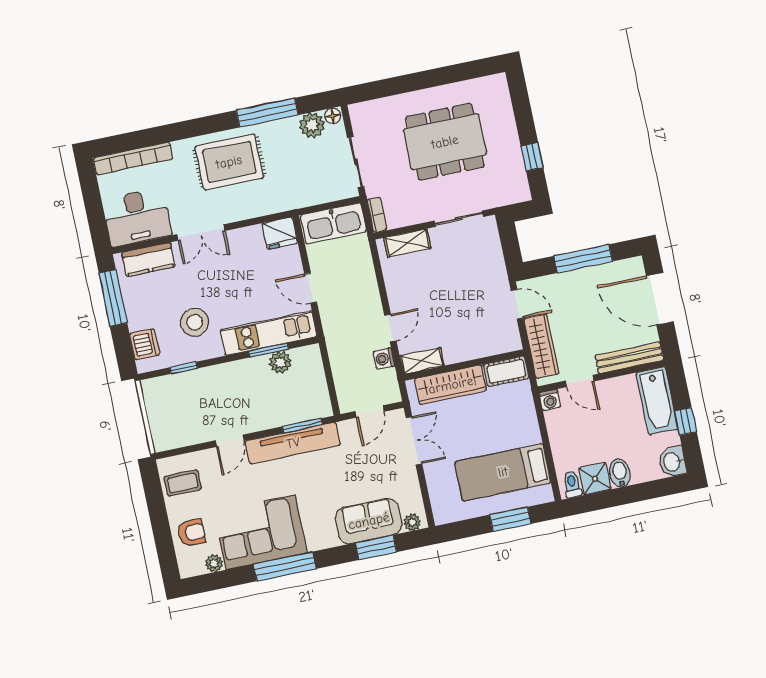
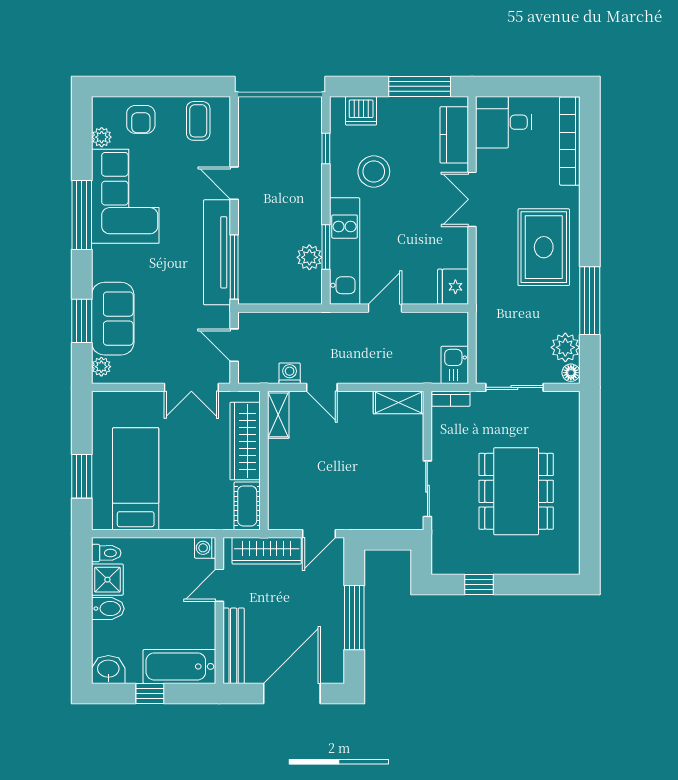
desk: (137, 217) -> (504, 122), width x0.73
kitchen sink: (333, 223) -> (455, 365), width x0.53, depth x0.81
shelving: (407, 243) -> (399, 402), moved, turned 90
window: (302, 426) -> (234, 267), width x1.44

